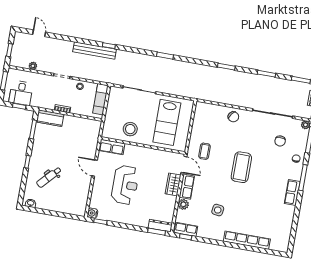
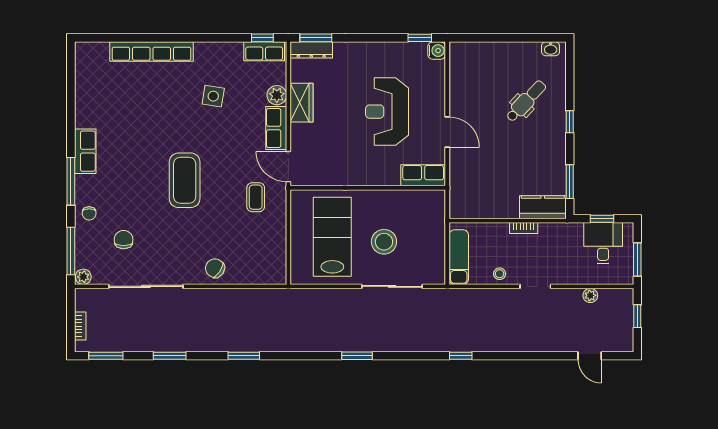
bench: (95, 51) -> (485, 343), removed
stool: (130, 129) -> (384, 242), moved
wardrobe: (173, 184) -> (301, 103), moved

